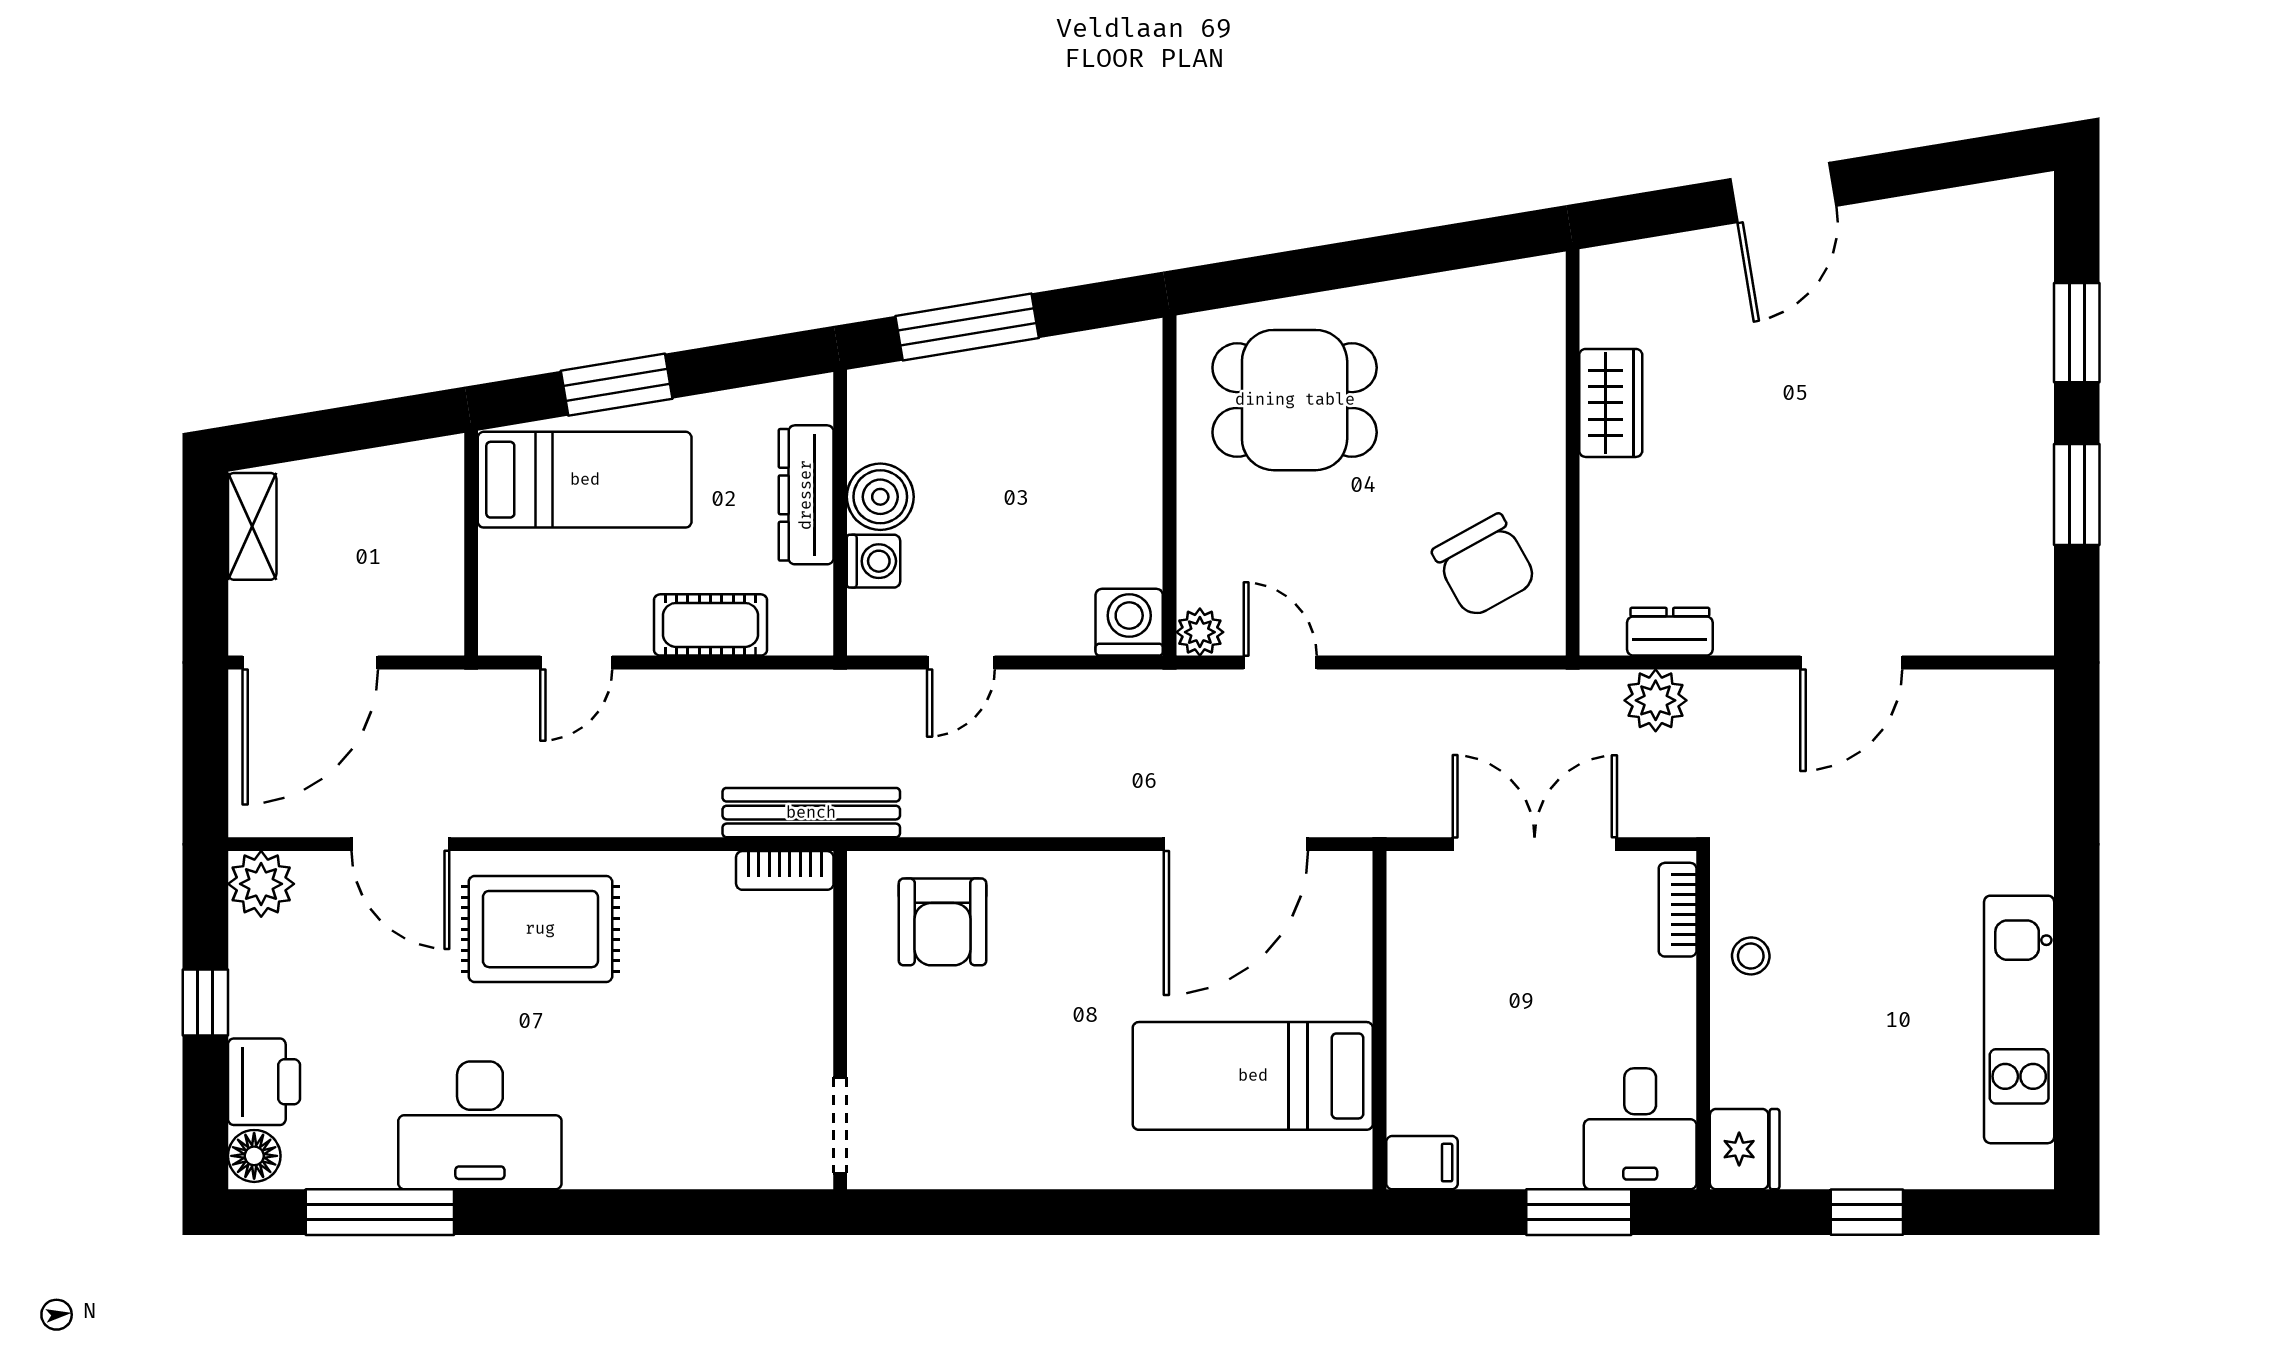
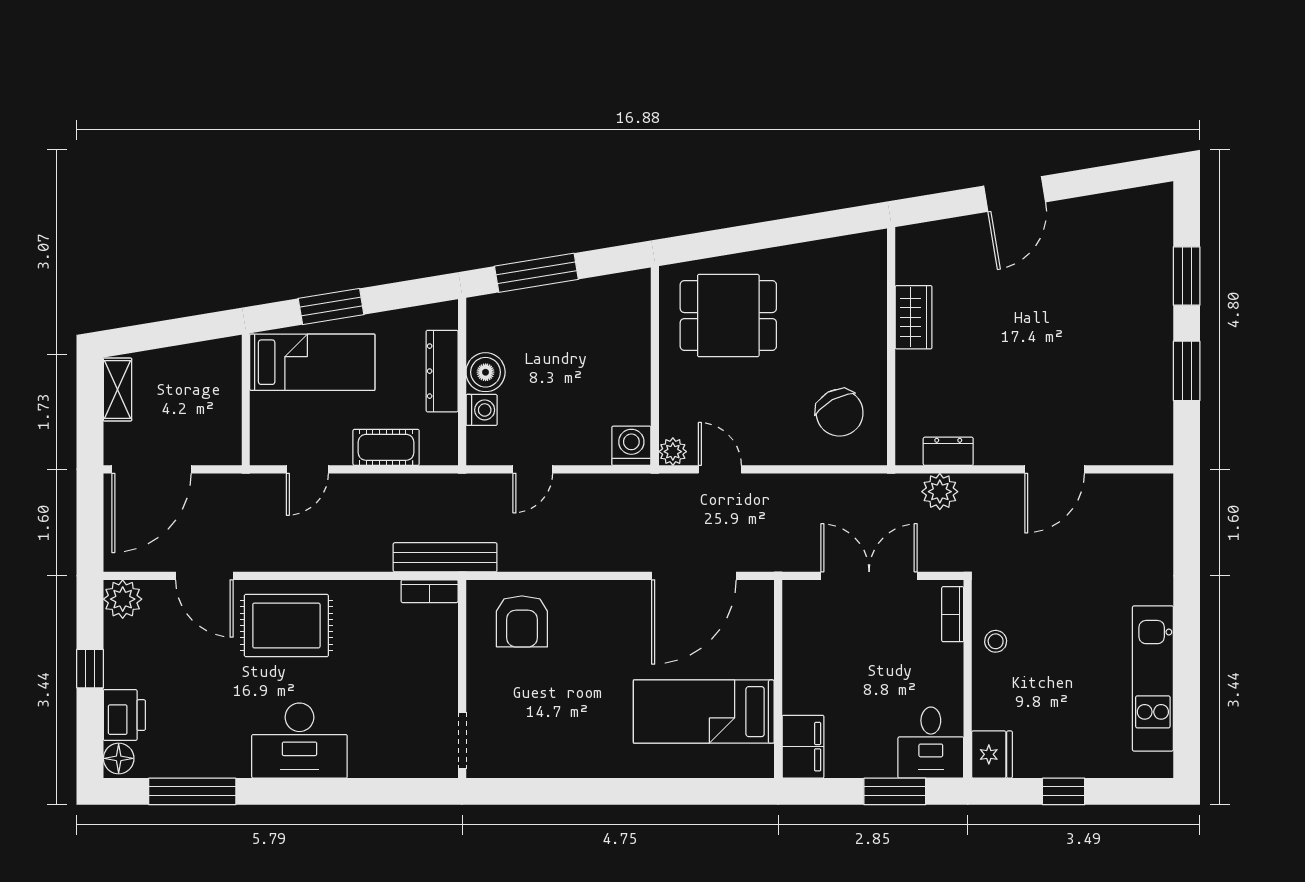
desk: (480, 1125) -> (299, 741), moved
filing cabinet: (1422, 1163) -> (803, 747), width x2.00

